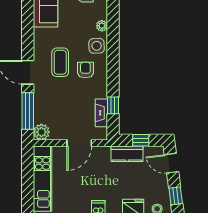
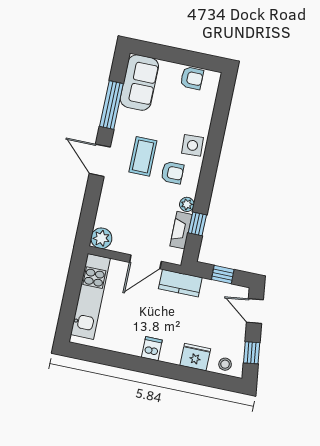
plant: (102, 26) -> (187, 204), moved
armchair: (85, 70) -> (172, 173), turned 90
window: (28, 111) -> (111, 105), moved
kitchen counter: (127, 154) -> (180, 283), moved

